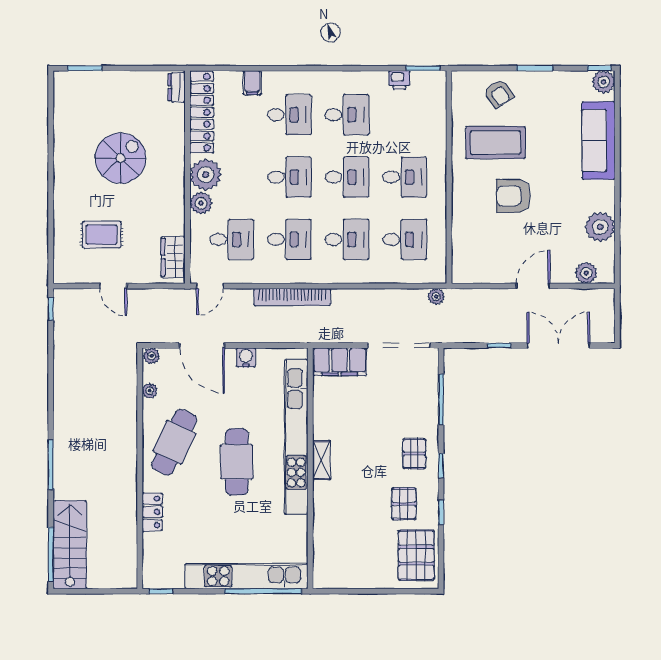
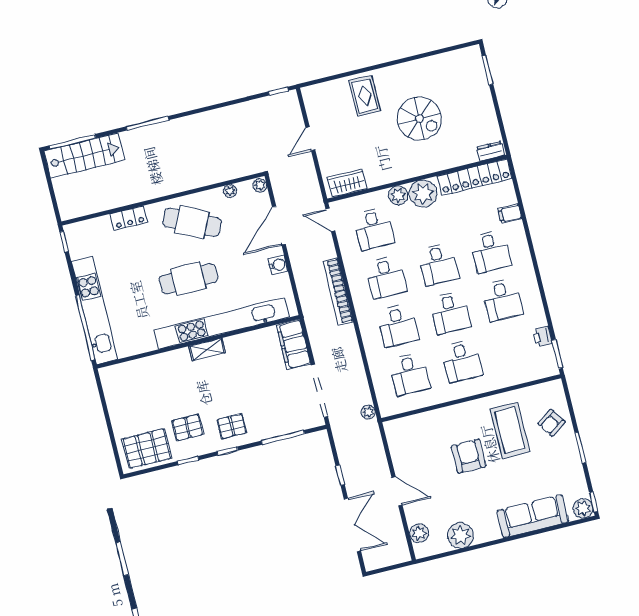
rug: (102, 235) -> (365, 96), moved

